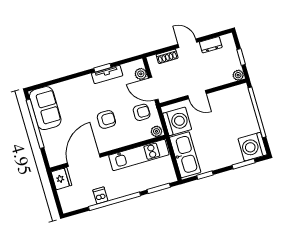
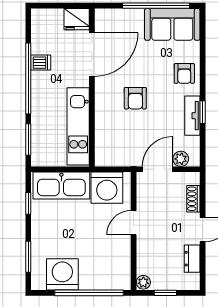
armchair: (142, 112) -> (184, 73), moved
plant: (156, 131) -> (102, 158), removed
washing machine: (253, 147) -> (62, 274), moved
door: (84, 160) -> (92, 54), hinge flipped

